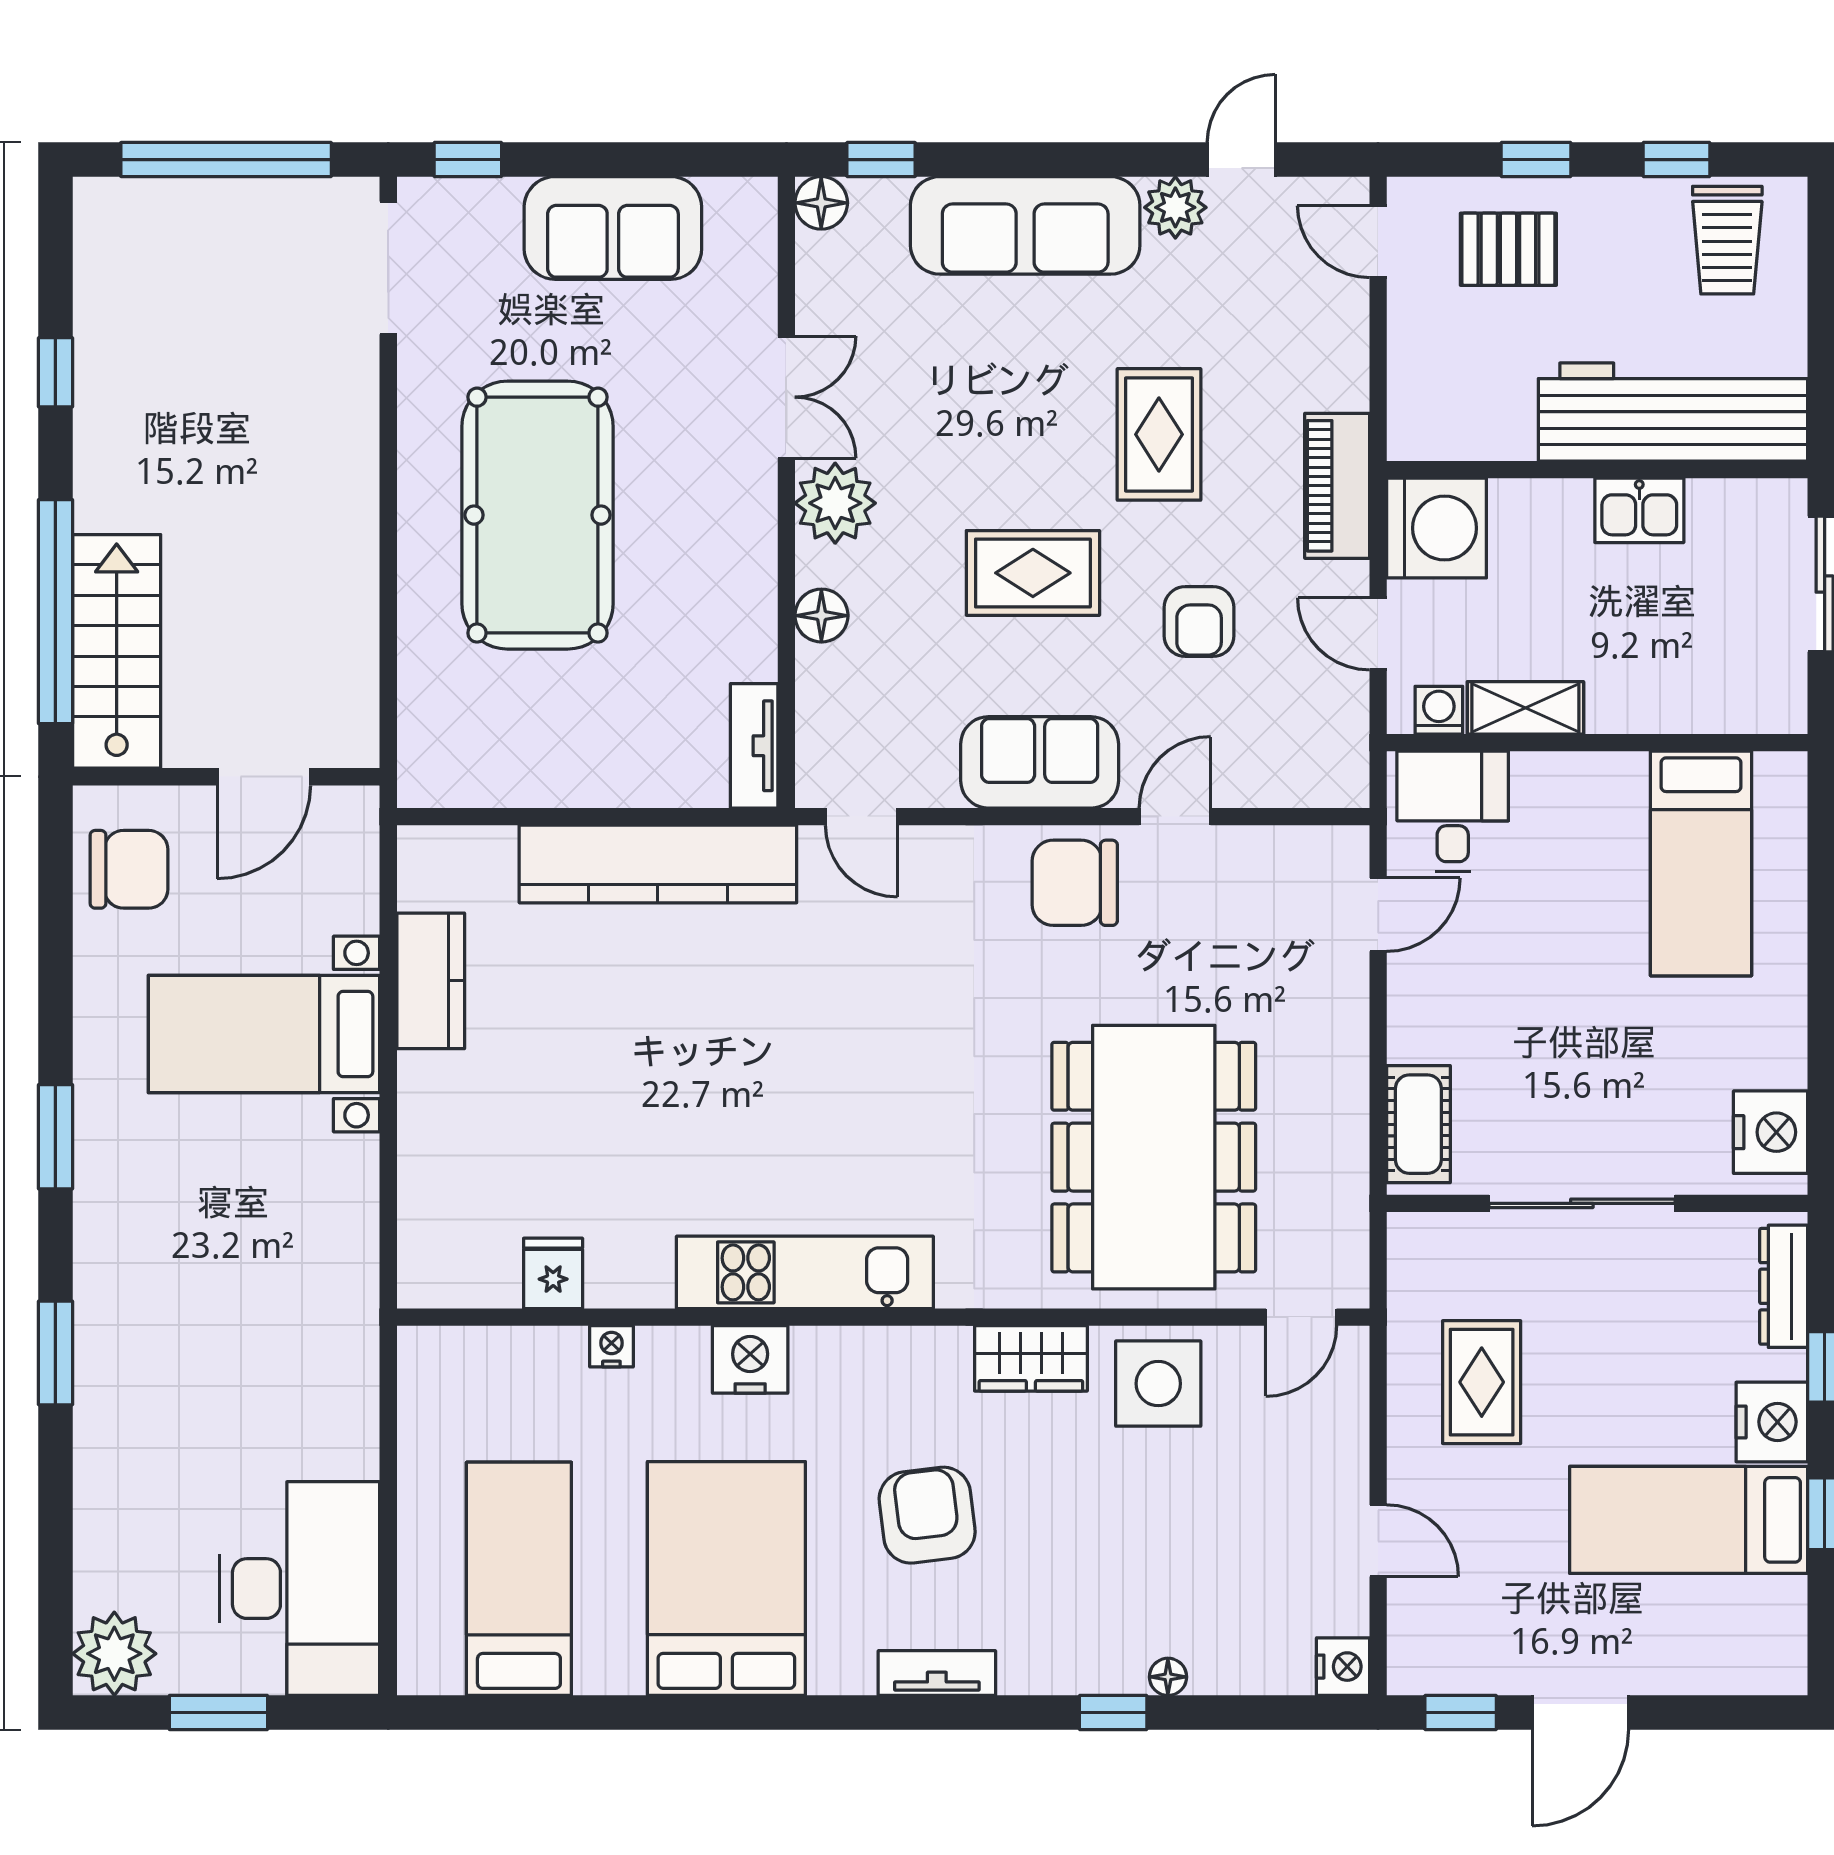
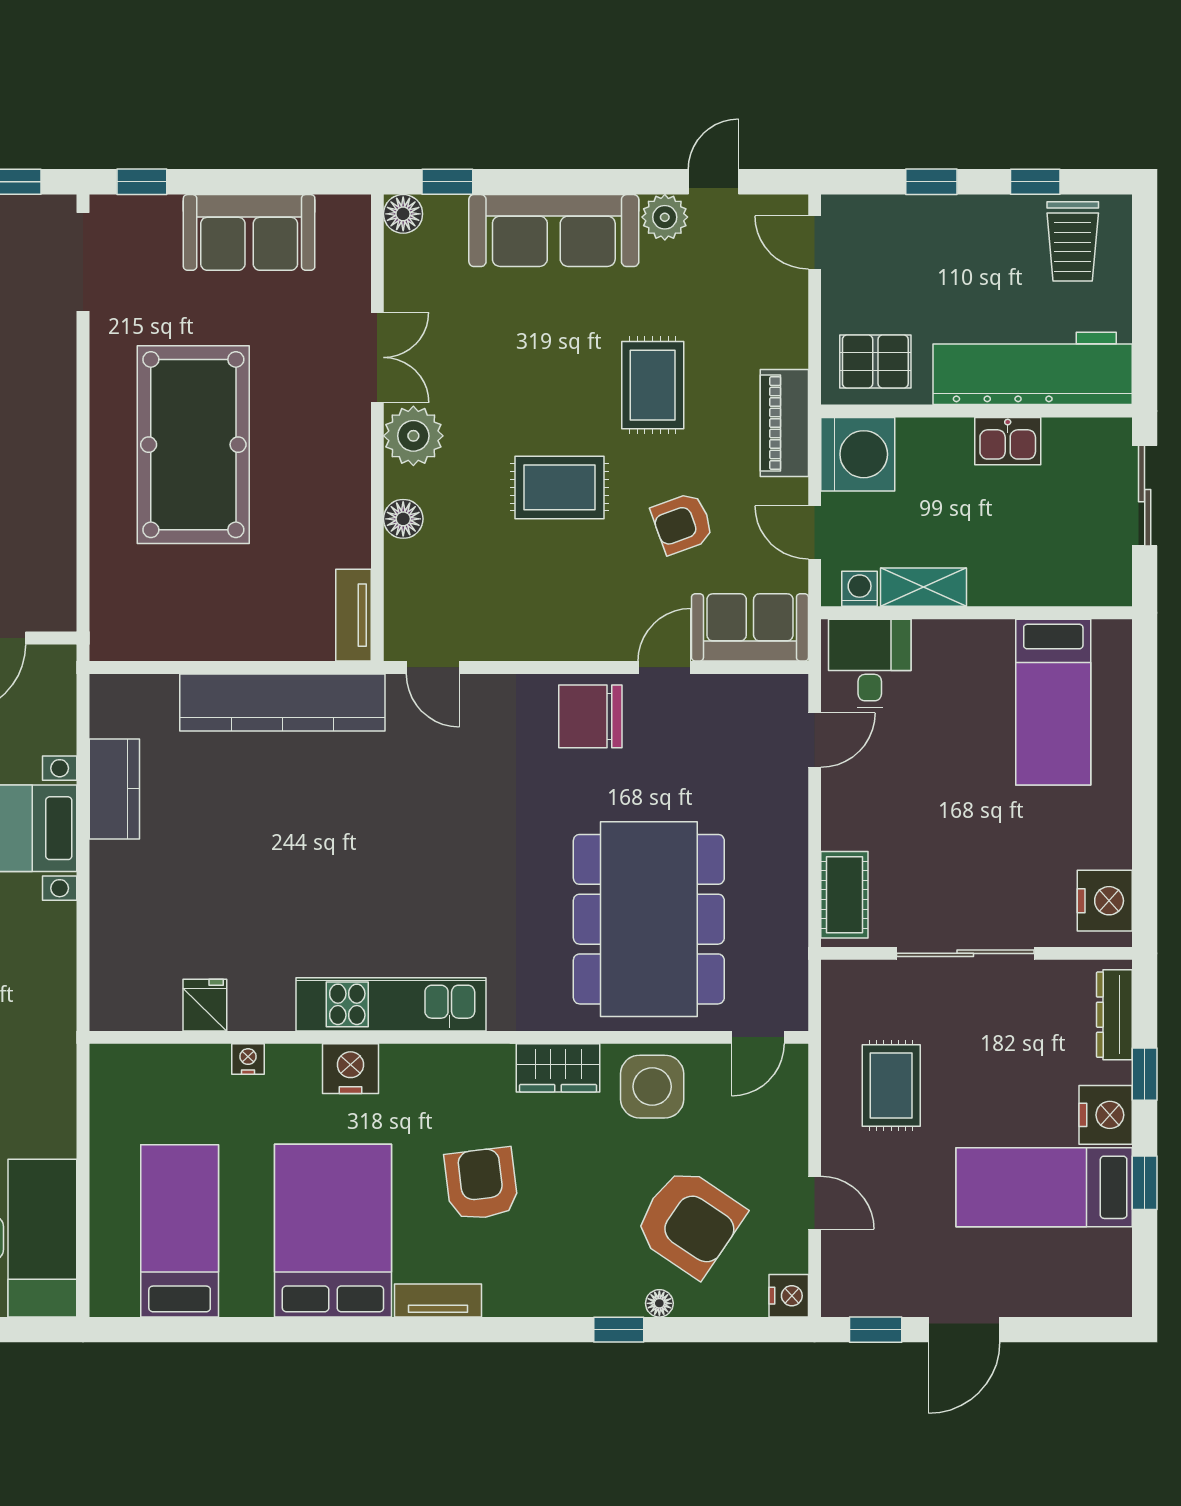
pallet: (1508, 249) -> (875, 361), moved
armchair: (1199, 622) -> (682, 523), turned 70
sofa: (1040, 762) -> (750, 627), moved
armchair: (1209, 1567) -> (689, 1222), added
tv unit: (937, 1673) -> (438, 1300), moved

